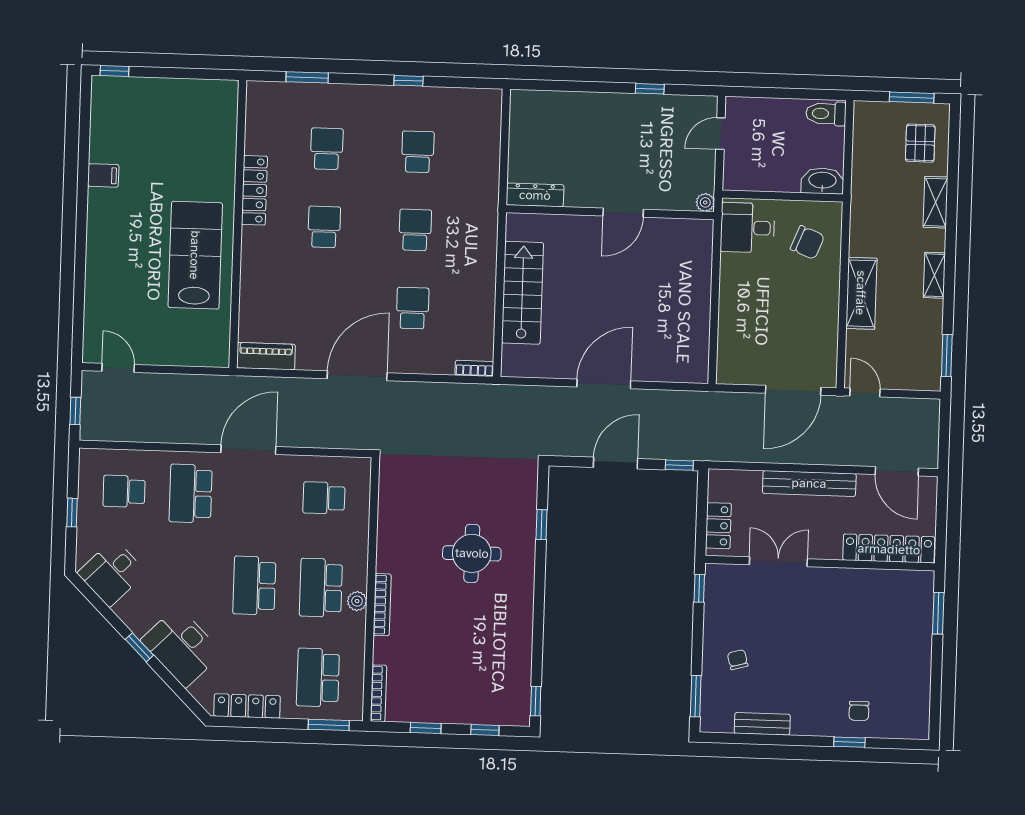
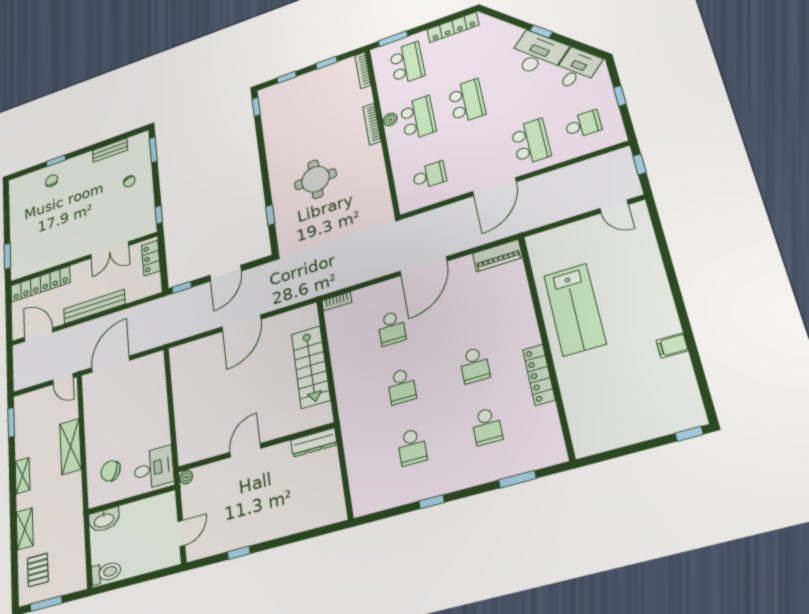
desk: (182, 647) -> (537, 54), moved

